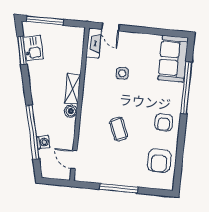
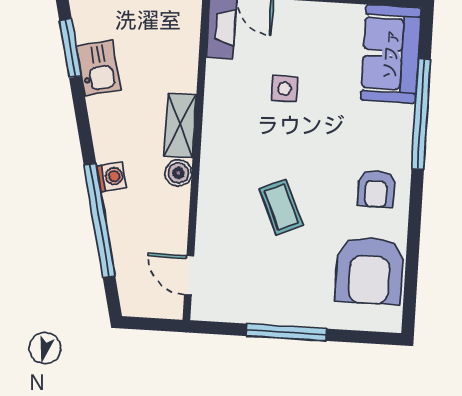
kitchen sink: (33, 48) -> (99, 68), moved
washing machine: (43, 142) -> (112, 177), moved
armchair: (159, 161) -> (369, 270), width x1.36, depth x1.36

